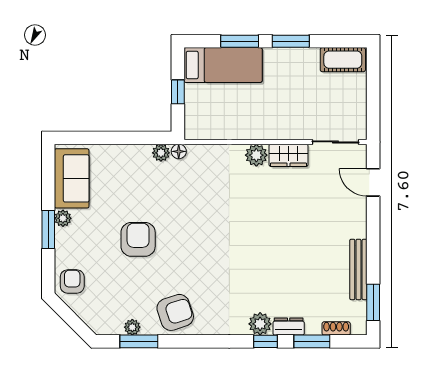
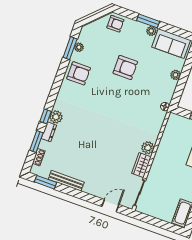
plant: (161, 153) -> (176, 75), moved
armchair: (175, 312) -> (79, 73), turned -72

